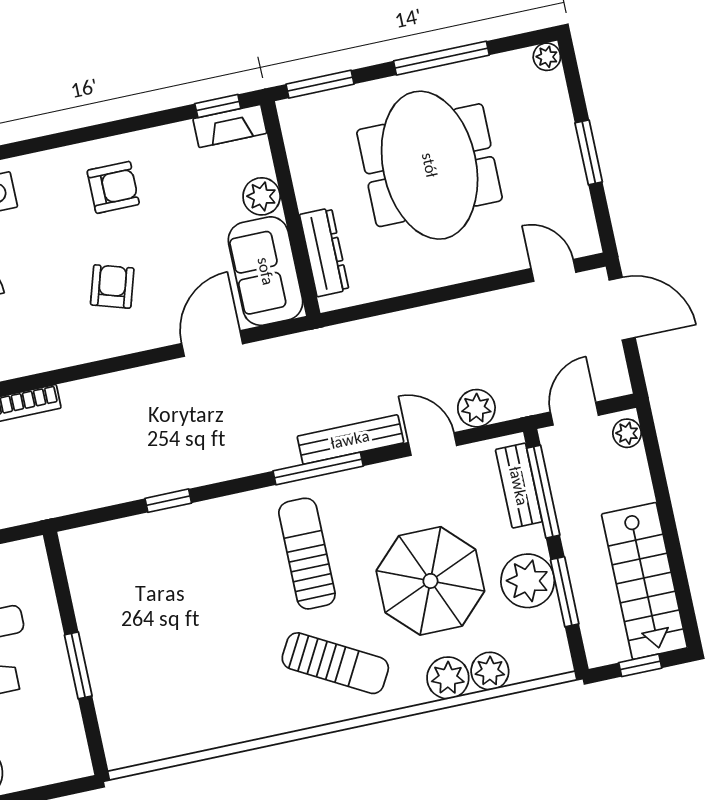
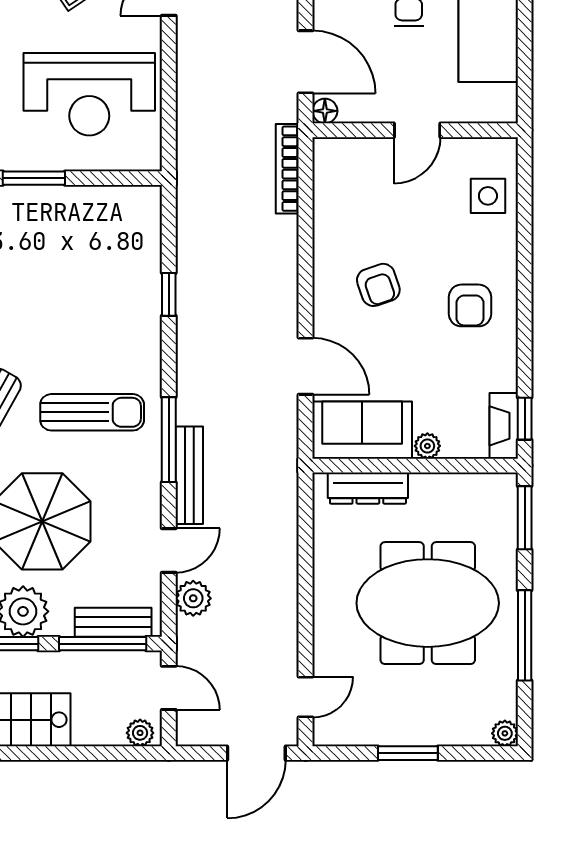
plant: (262, 196) -> (427, 446), width x0.73, depth x0.73
armchair: (112, 286) -> (378, 285), turned 54

